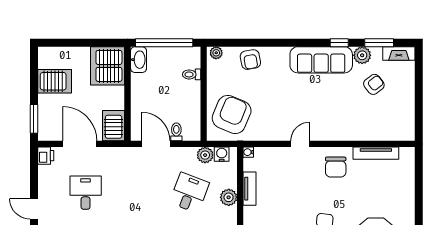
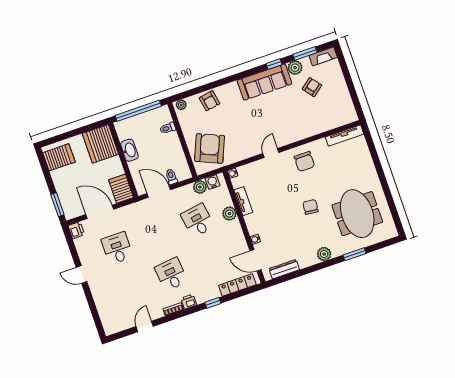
washbasin: (139, 60) -> (129, 150), moved
server rack: (55, 81) -> (59, 157), moved
tv unit: (376, 153) -> (345, 136), moved
desk: (189, 193) -> (198, 220), turned -30

